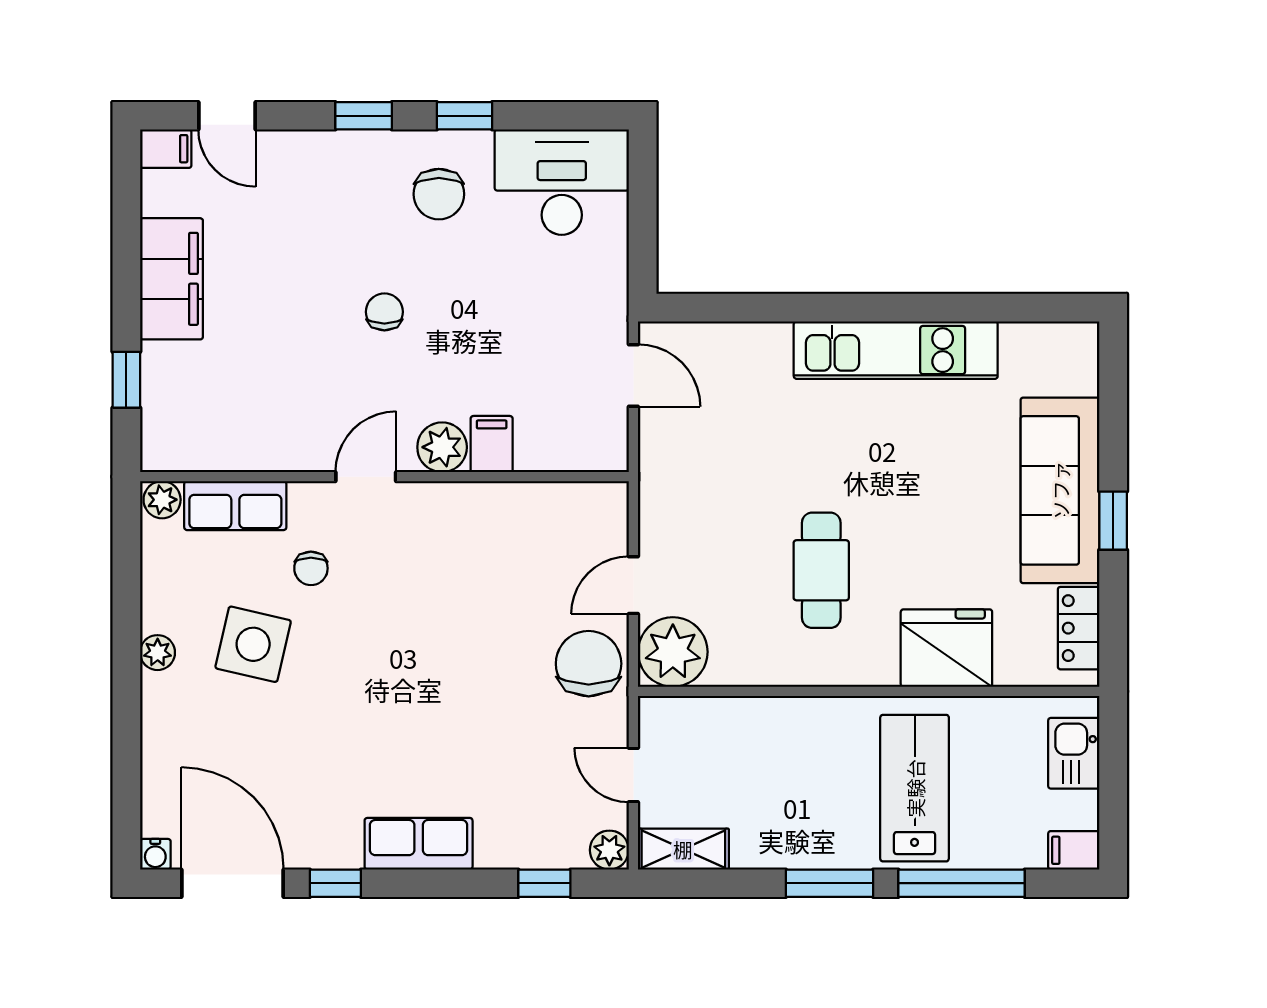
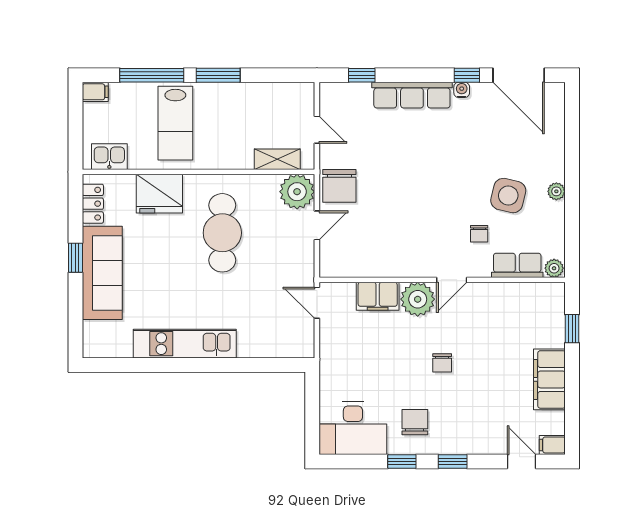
door: (633, 376) -> (317, 303), moved
filing cabinet: (492, 444) -> (378, 296), width x2.00
plant: (442, 447) -> (418, 299), width x1.36, depth x1.36
chair: (311, 568) -> (479, 234), turned 180
cafe table: (821, 570) -> (222, 233), width x1.37, depth x1.35
kitchen sink: (1074, 753) -> (109, 157), moved, turned -90
row of seats: (419, 844) -> (412, 95), width x1.48
shelving: (683, 849) -> (277, 159), moved
plant: (609, 850) -> (329, 92), removed
water cooler: (155, 854) -> (462, 90), moved

